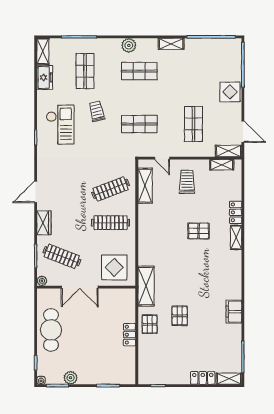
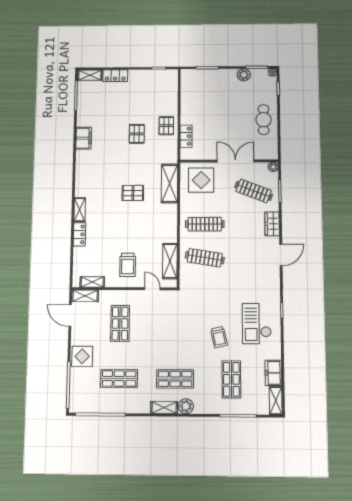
shelving: (171, 44) -> (164, 408), moved
shop shelf: (139, 124) -> (119, 379), moved
clothes rail: (111, 189) -> (205, 258), turned 30
pallet: (199, 231) -> (133, 193), moved
shelving: (146, 286) -> (169, 183), moved
cafe table: (51, 330) -> (264, 120), width x0.73, depth x0.74
locker: (130, 335) -> (186, 136), moved

